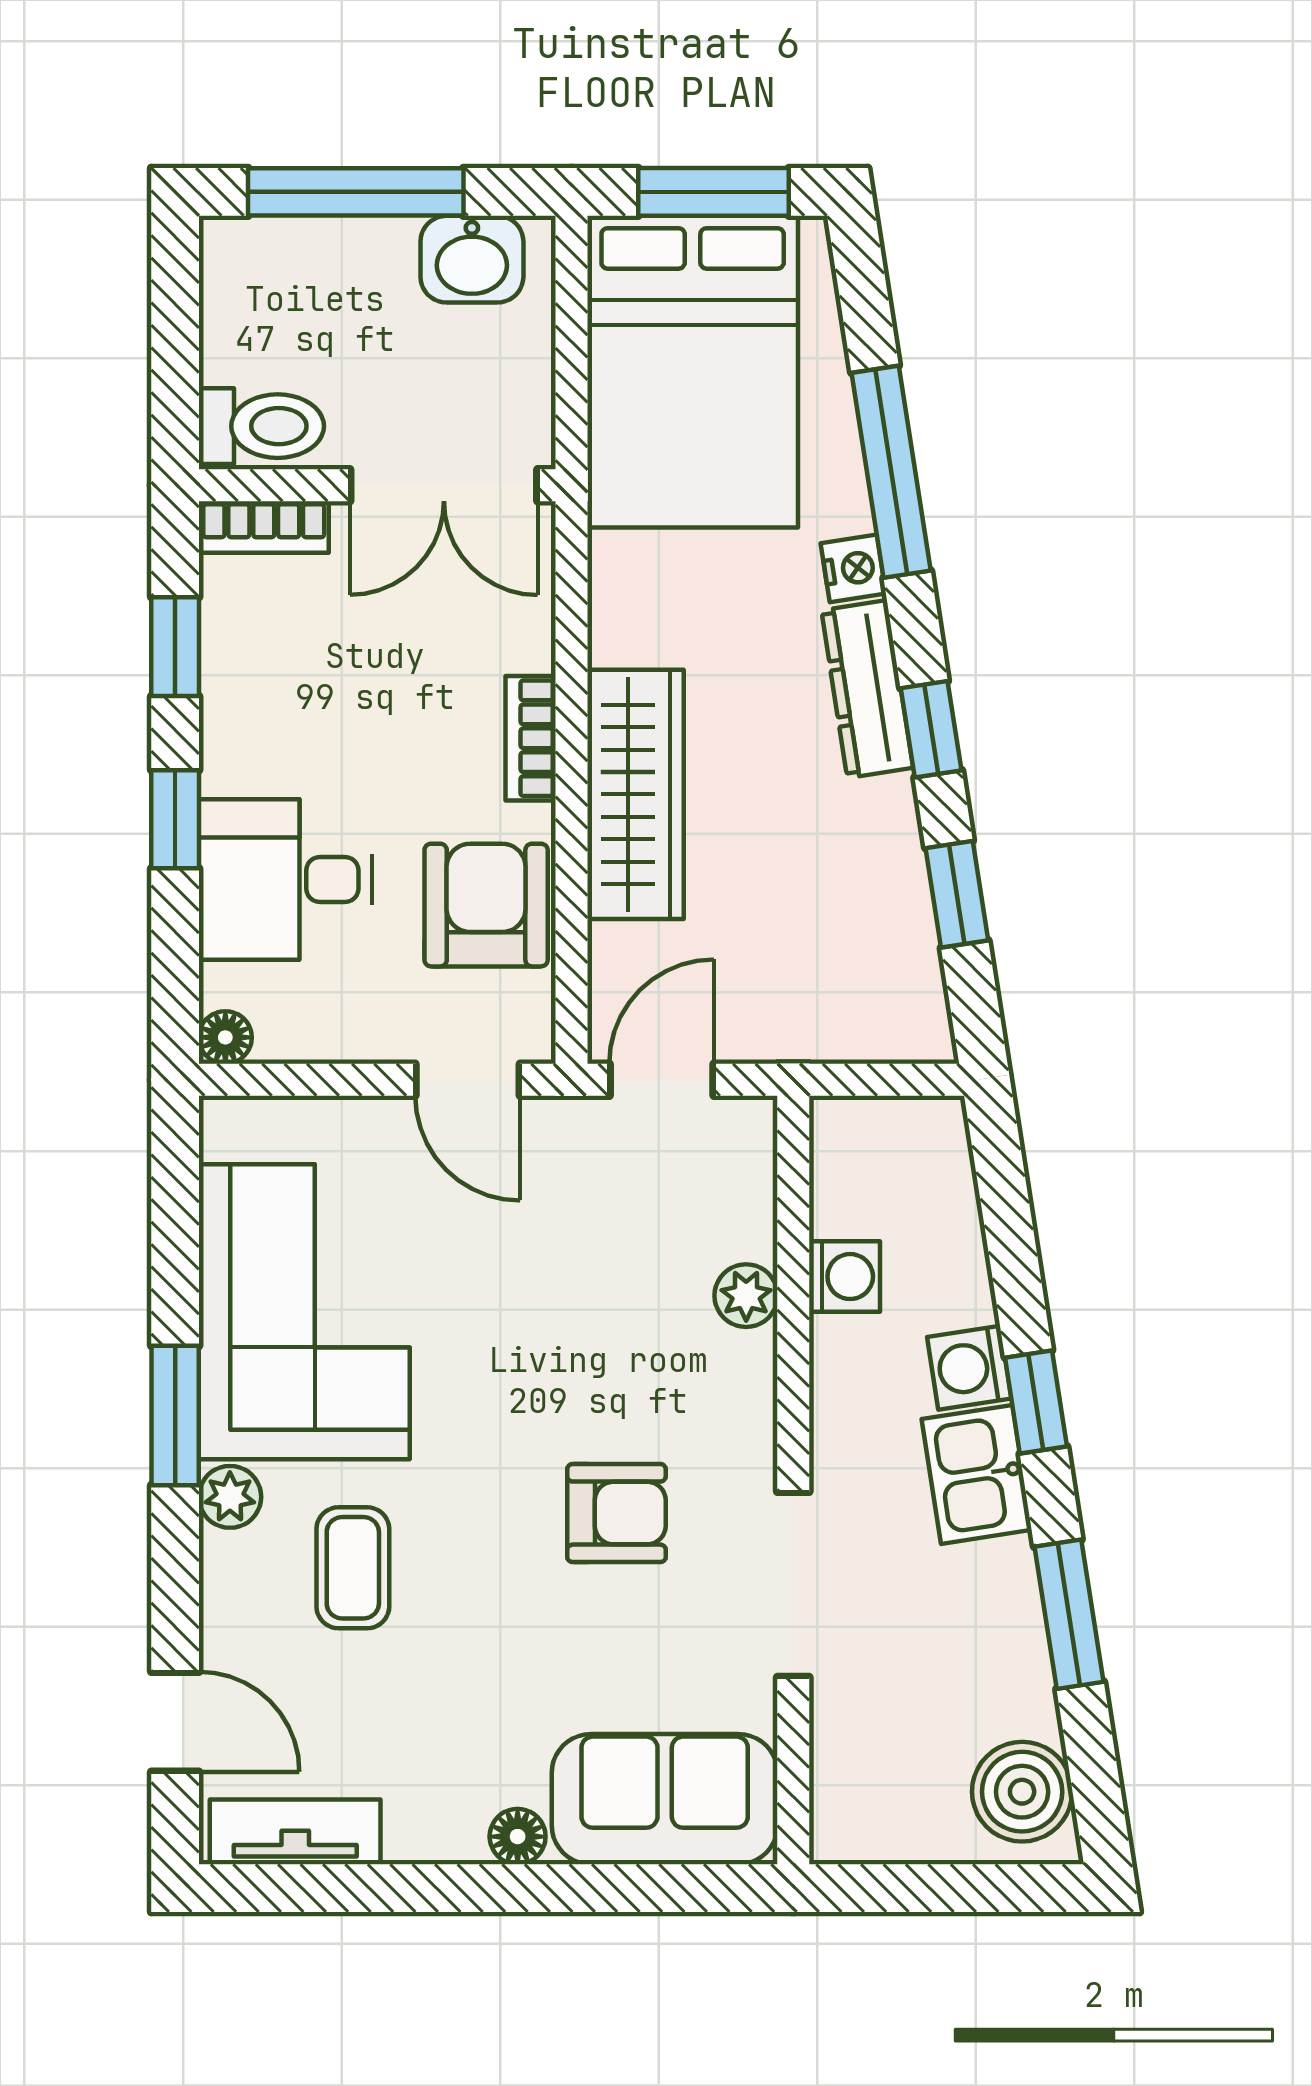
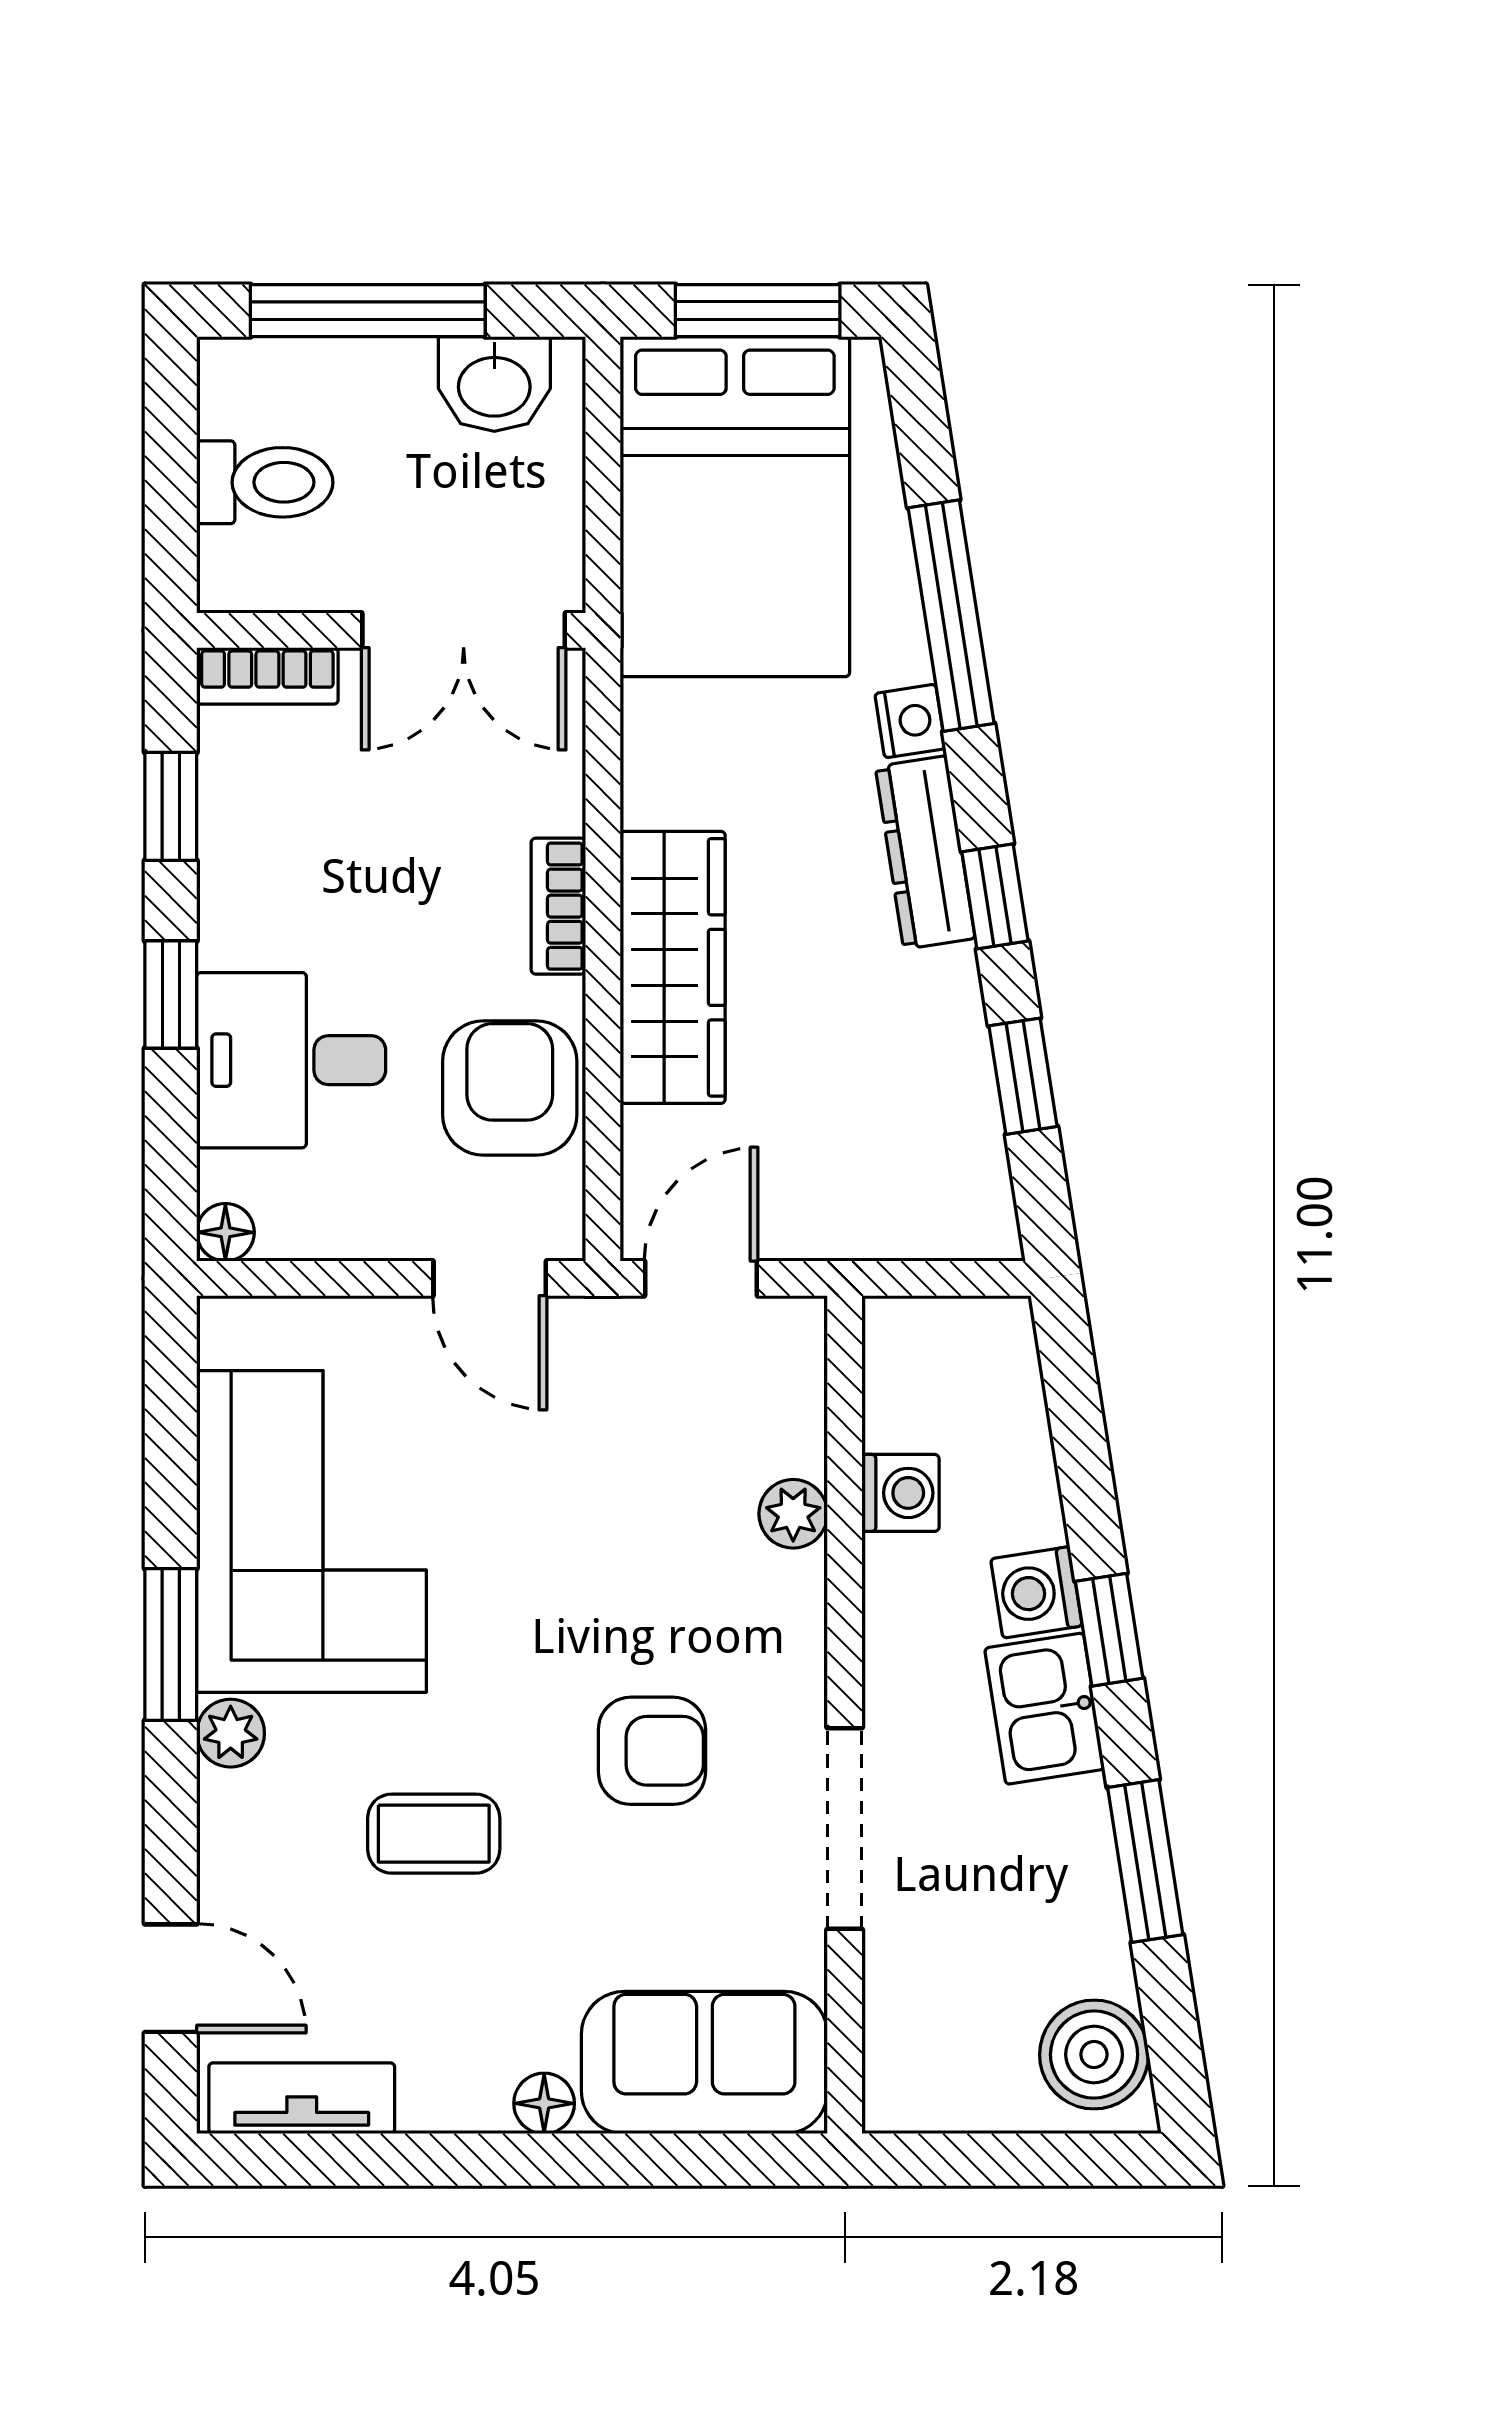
toilet: (261, 426) -> (265, 482), moved
coffee table: (353, 1568) -> (434, 1834), moved, turned 90

